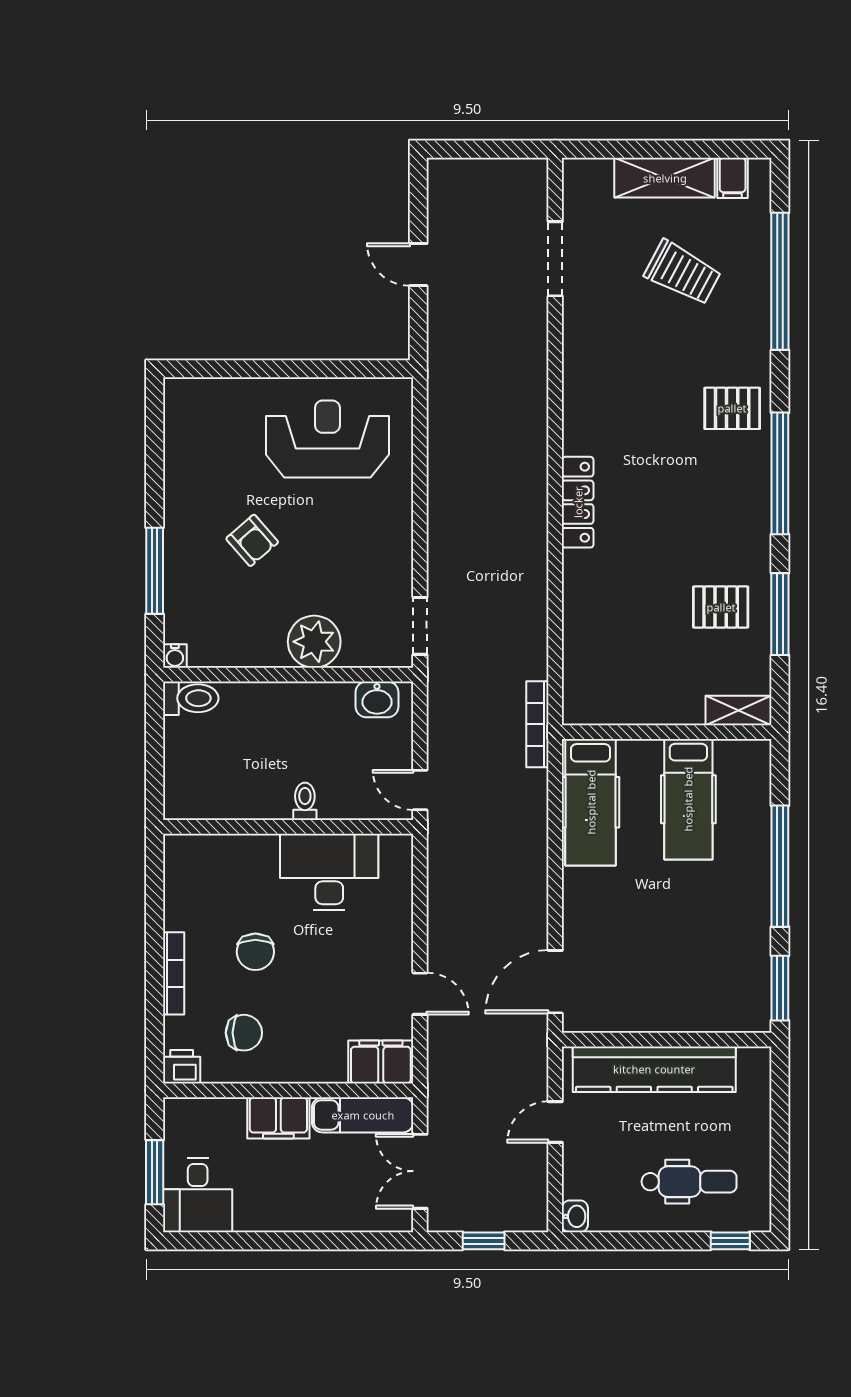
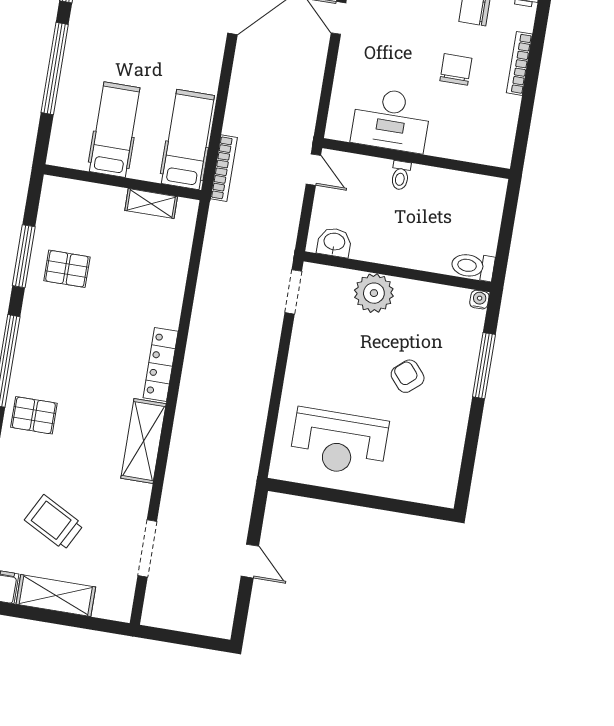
shelving: (583, 398) -> (143, 441), added
shelving: (739, 711) -> (151, 204), moved
bookcase: (537, 724) -> (224, 168), moved

